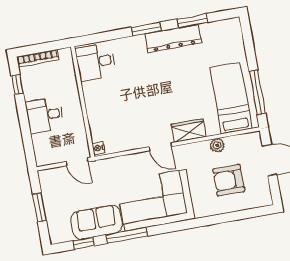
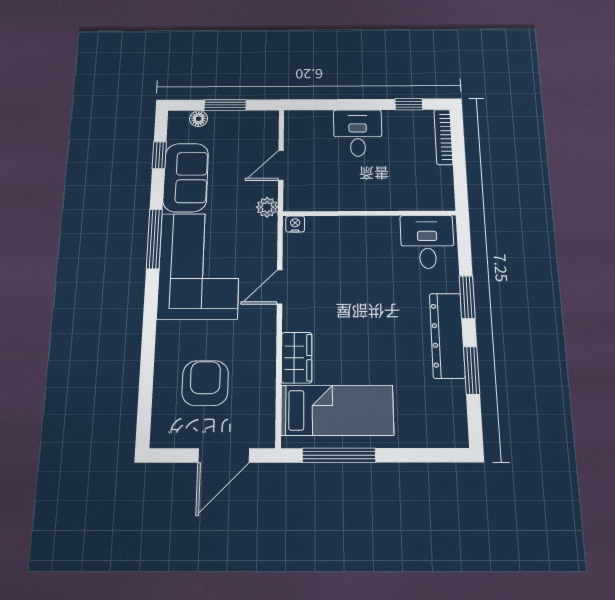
desk: (96, 62) -> (427, 242), moved
wall: (83, 102) -> (369, 213), moved
wardrobe: (189, 130) -> (297, 358), moved
plant: (217, 145) -> (267, 207), moved
nightstand: (98, 148) -> (295, 224), moved
floor lamp: (53, 223) -> (199, 119), added
window: (127, 235) -> (154, 239), moved

